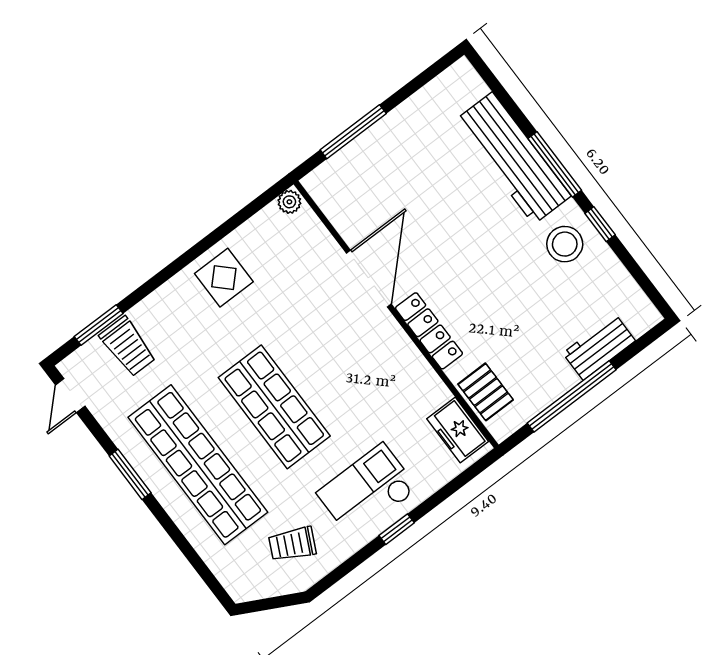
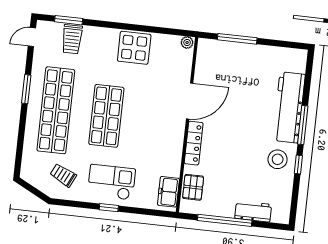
display table: (224, 278) -> (134, 48), width x1.36, depth x1.36

